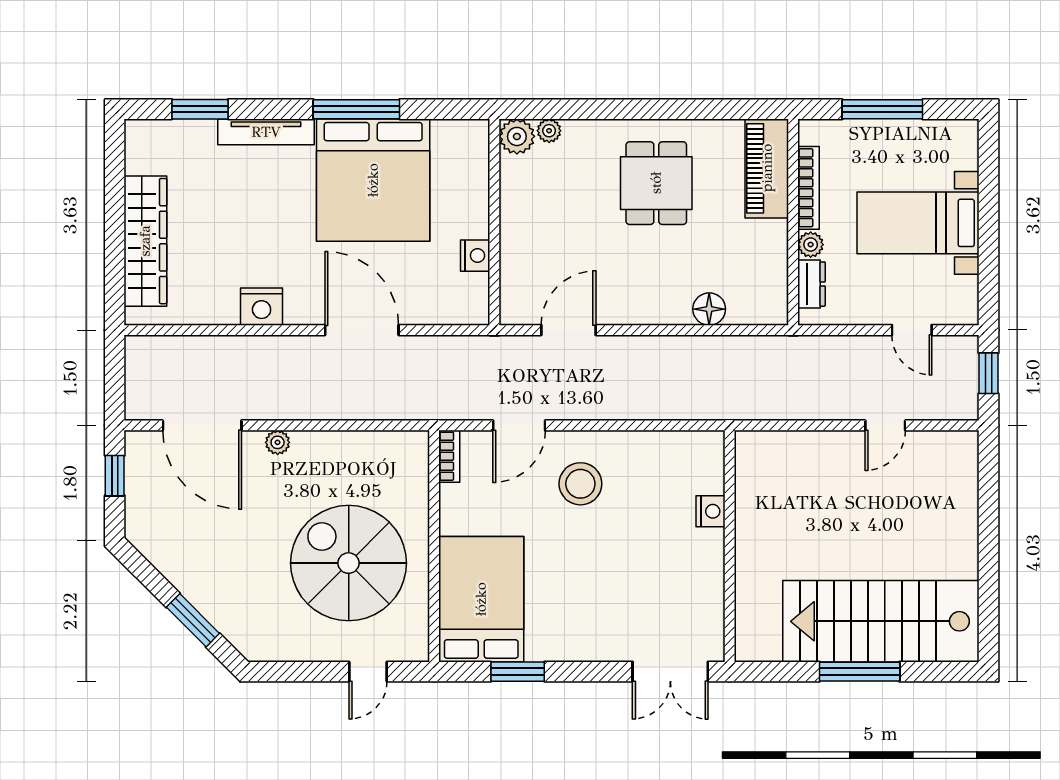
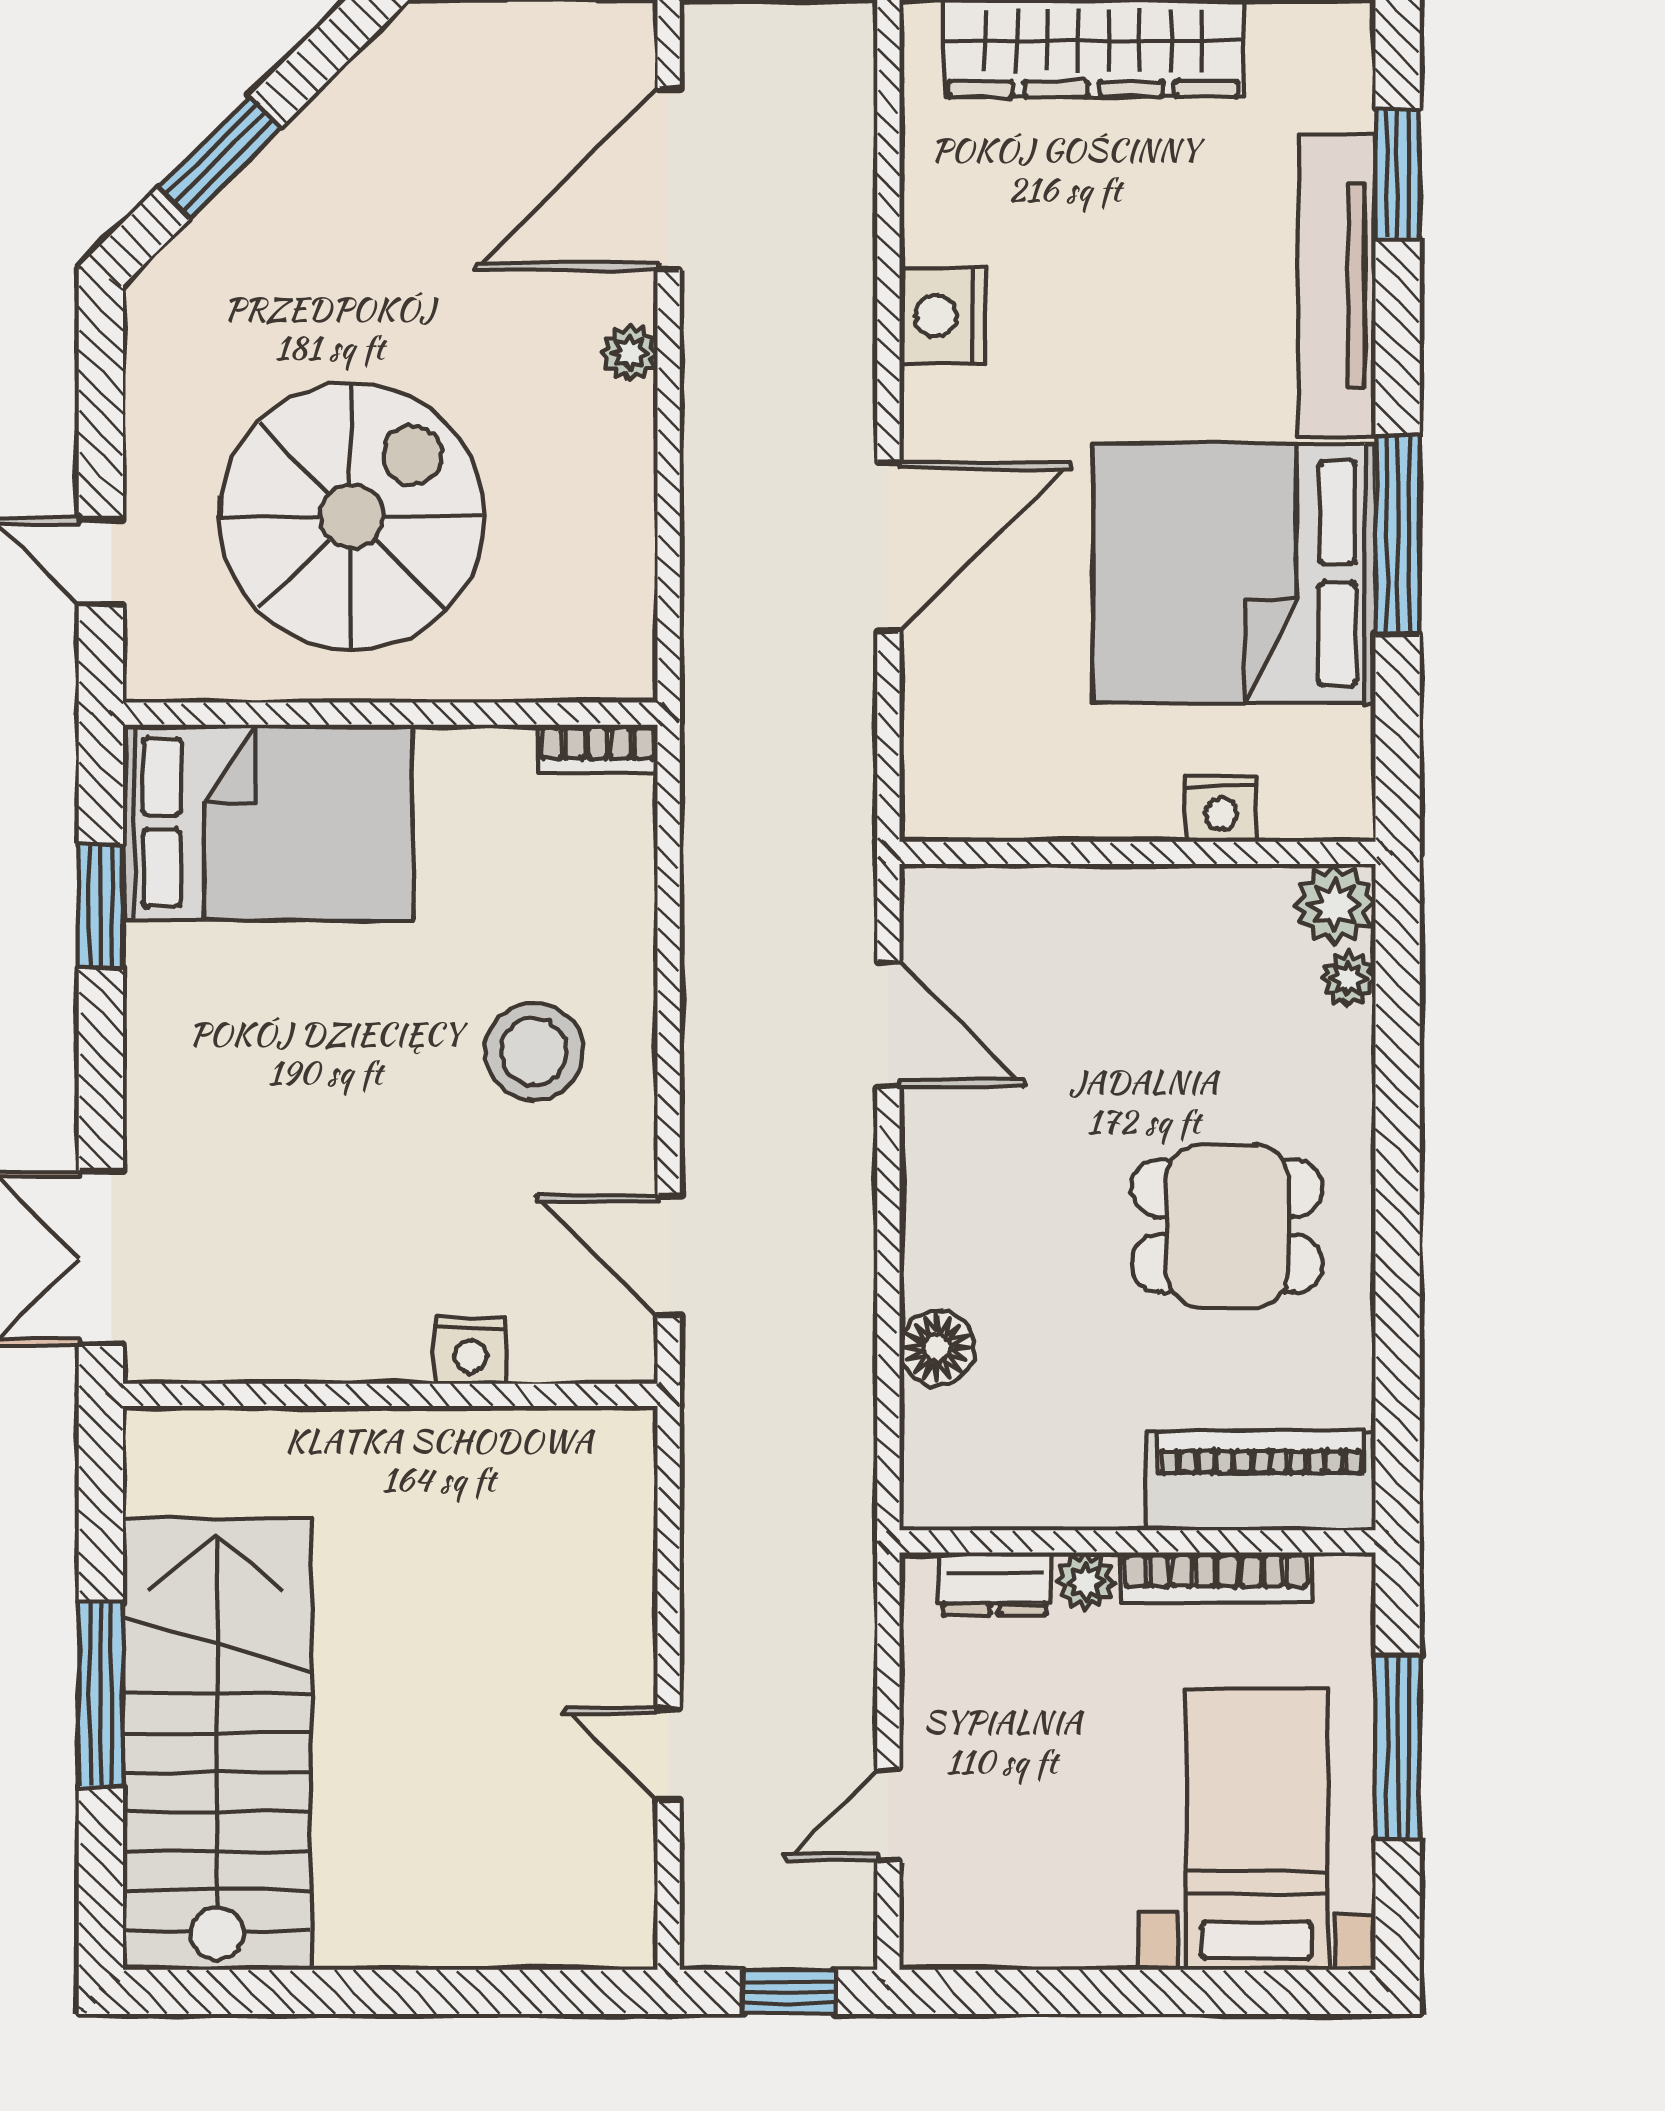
tv unit: (266, 132) -> (1337, 286), width x1.36, depth x1.29
bed with nightstands: (918, 223) -> (1257, 1829), moved
nightstand: (475, 256) -> (1221, 808), moved
door: (519, 425) -> (669, 1256), moved

